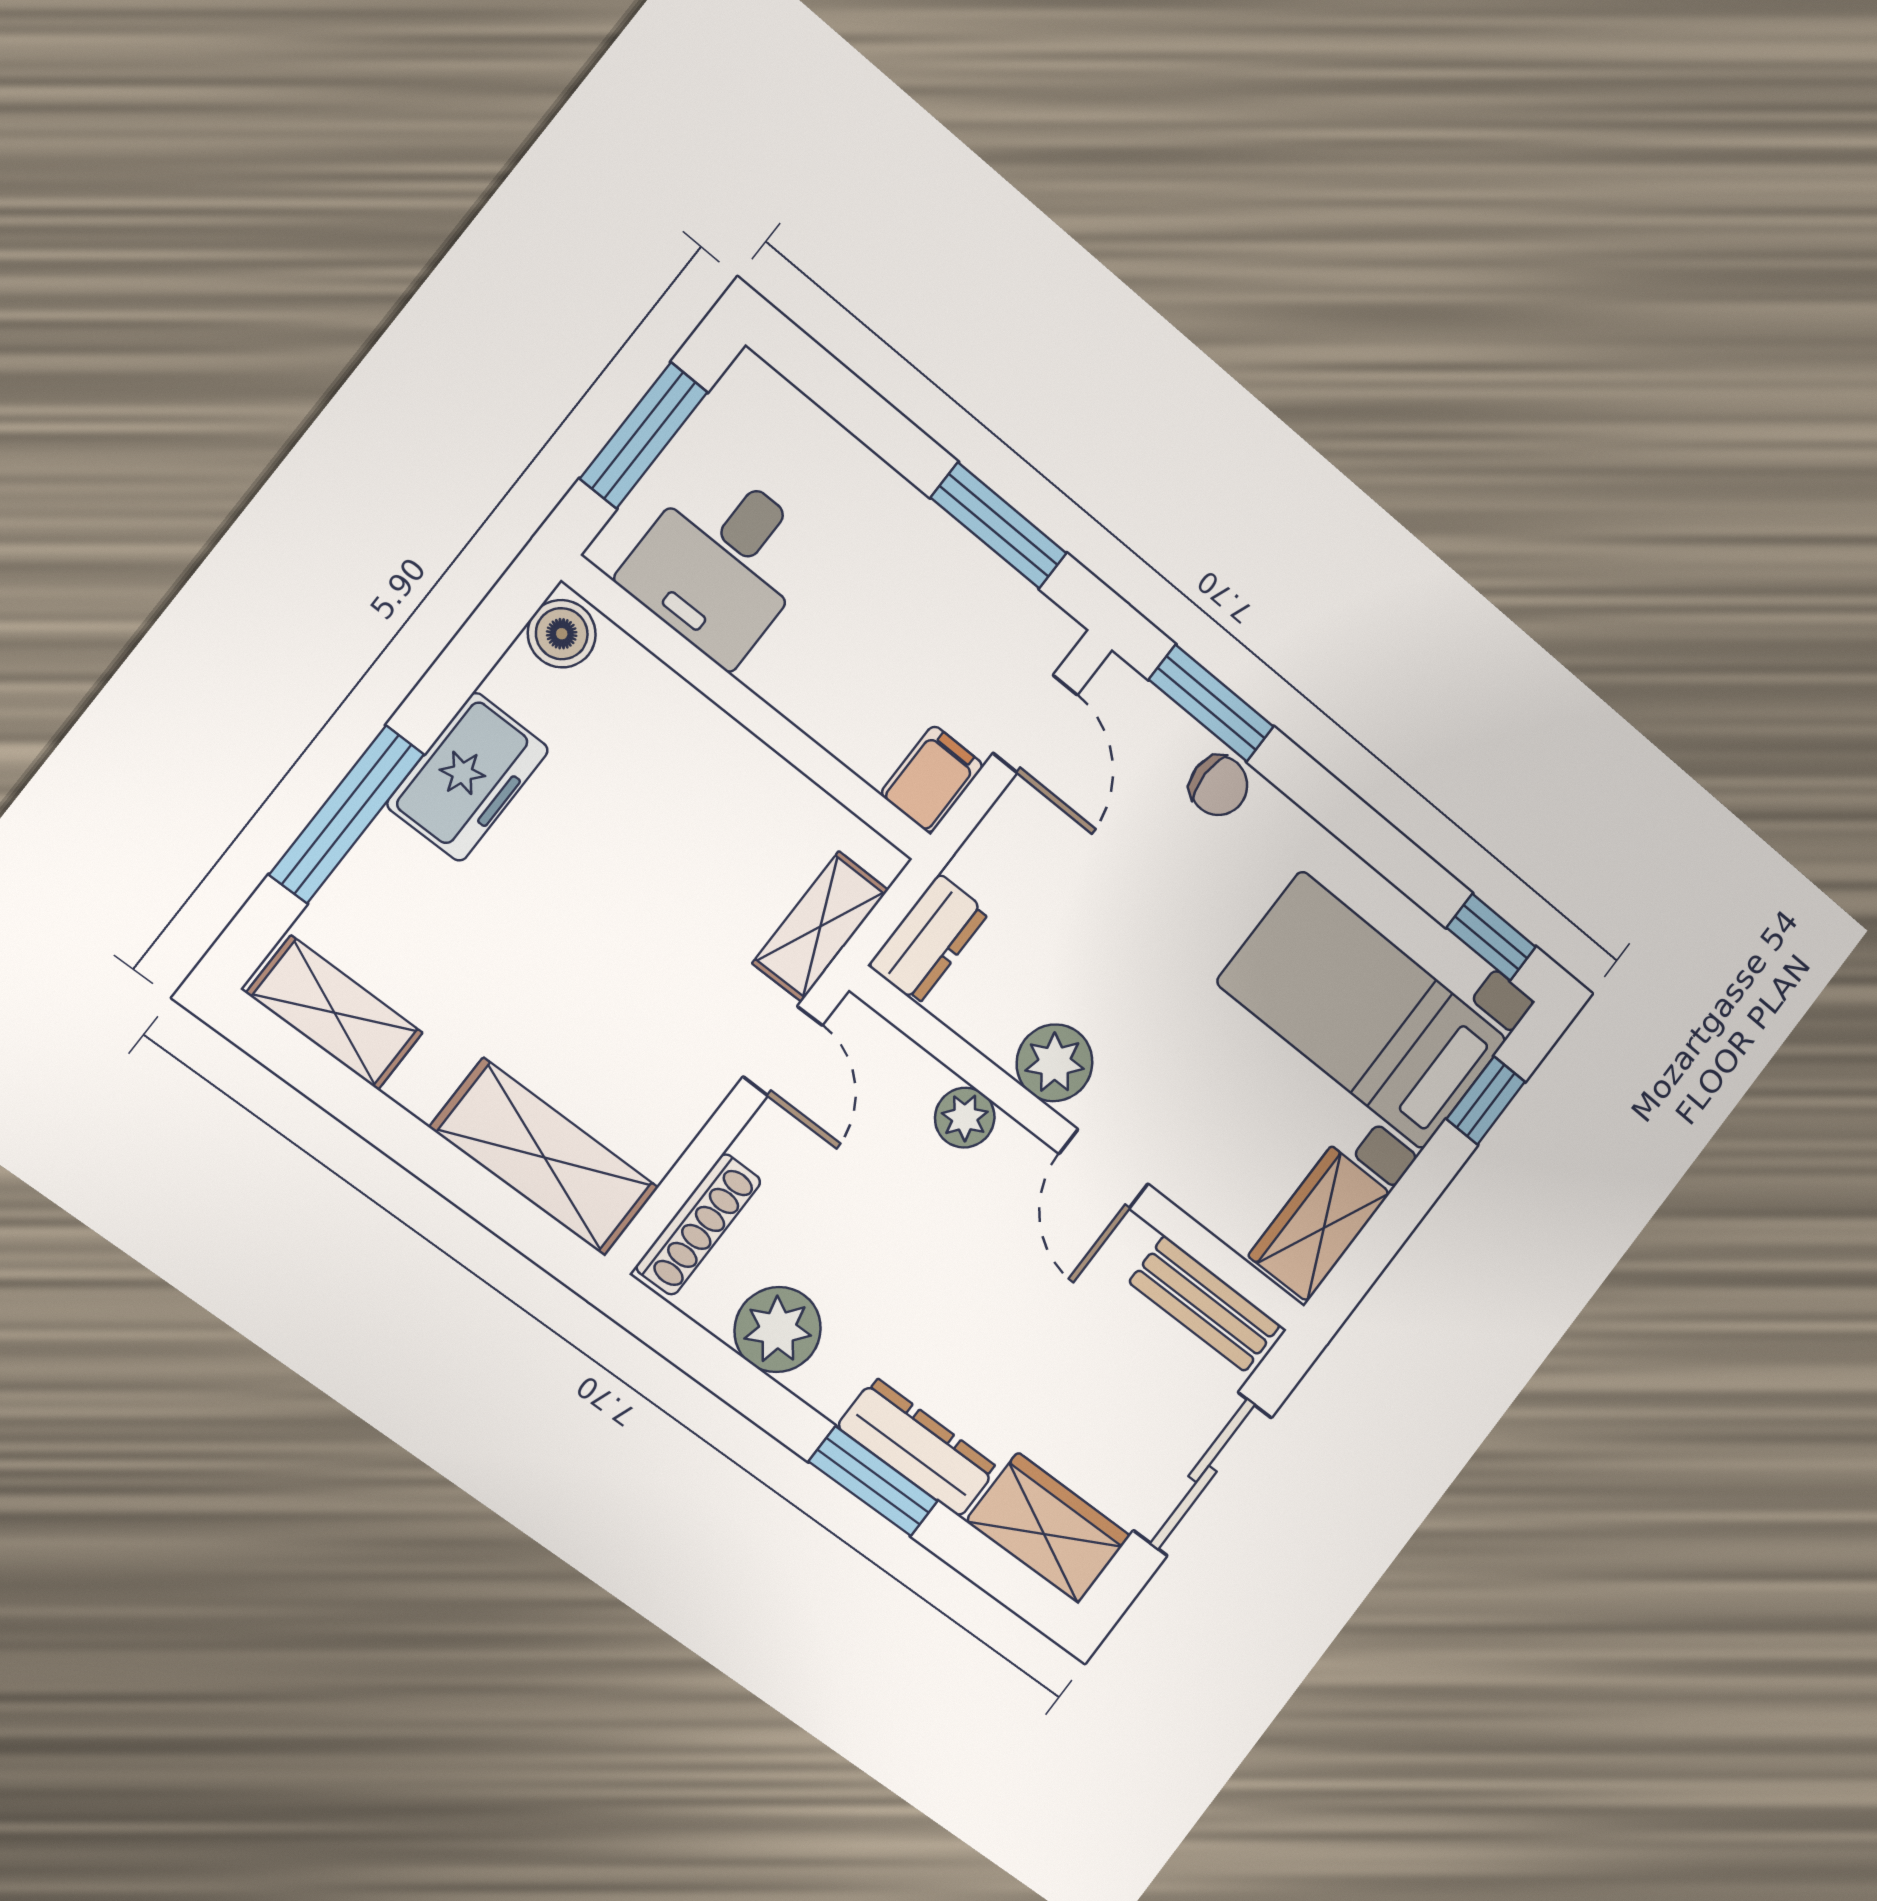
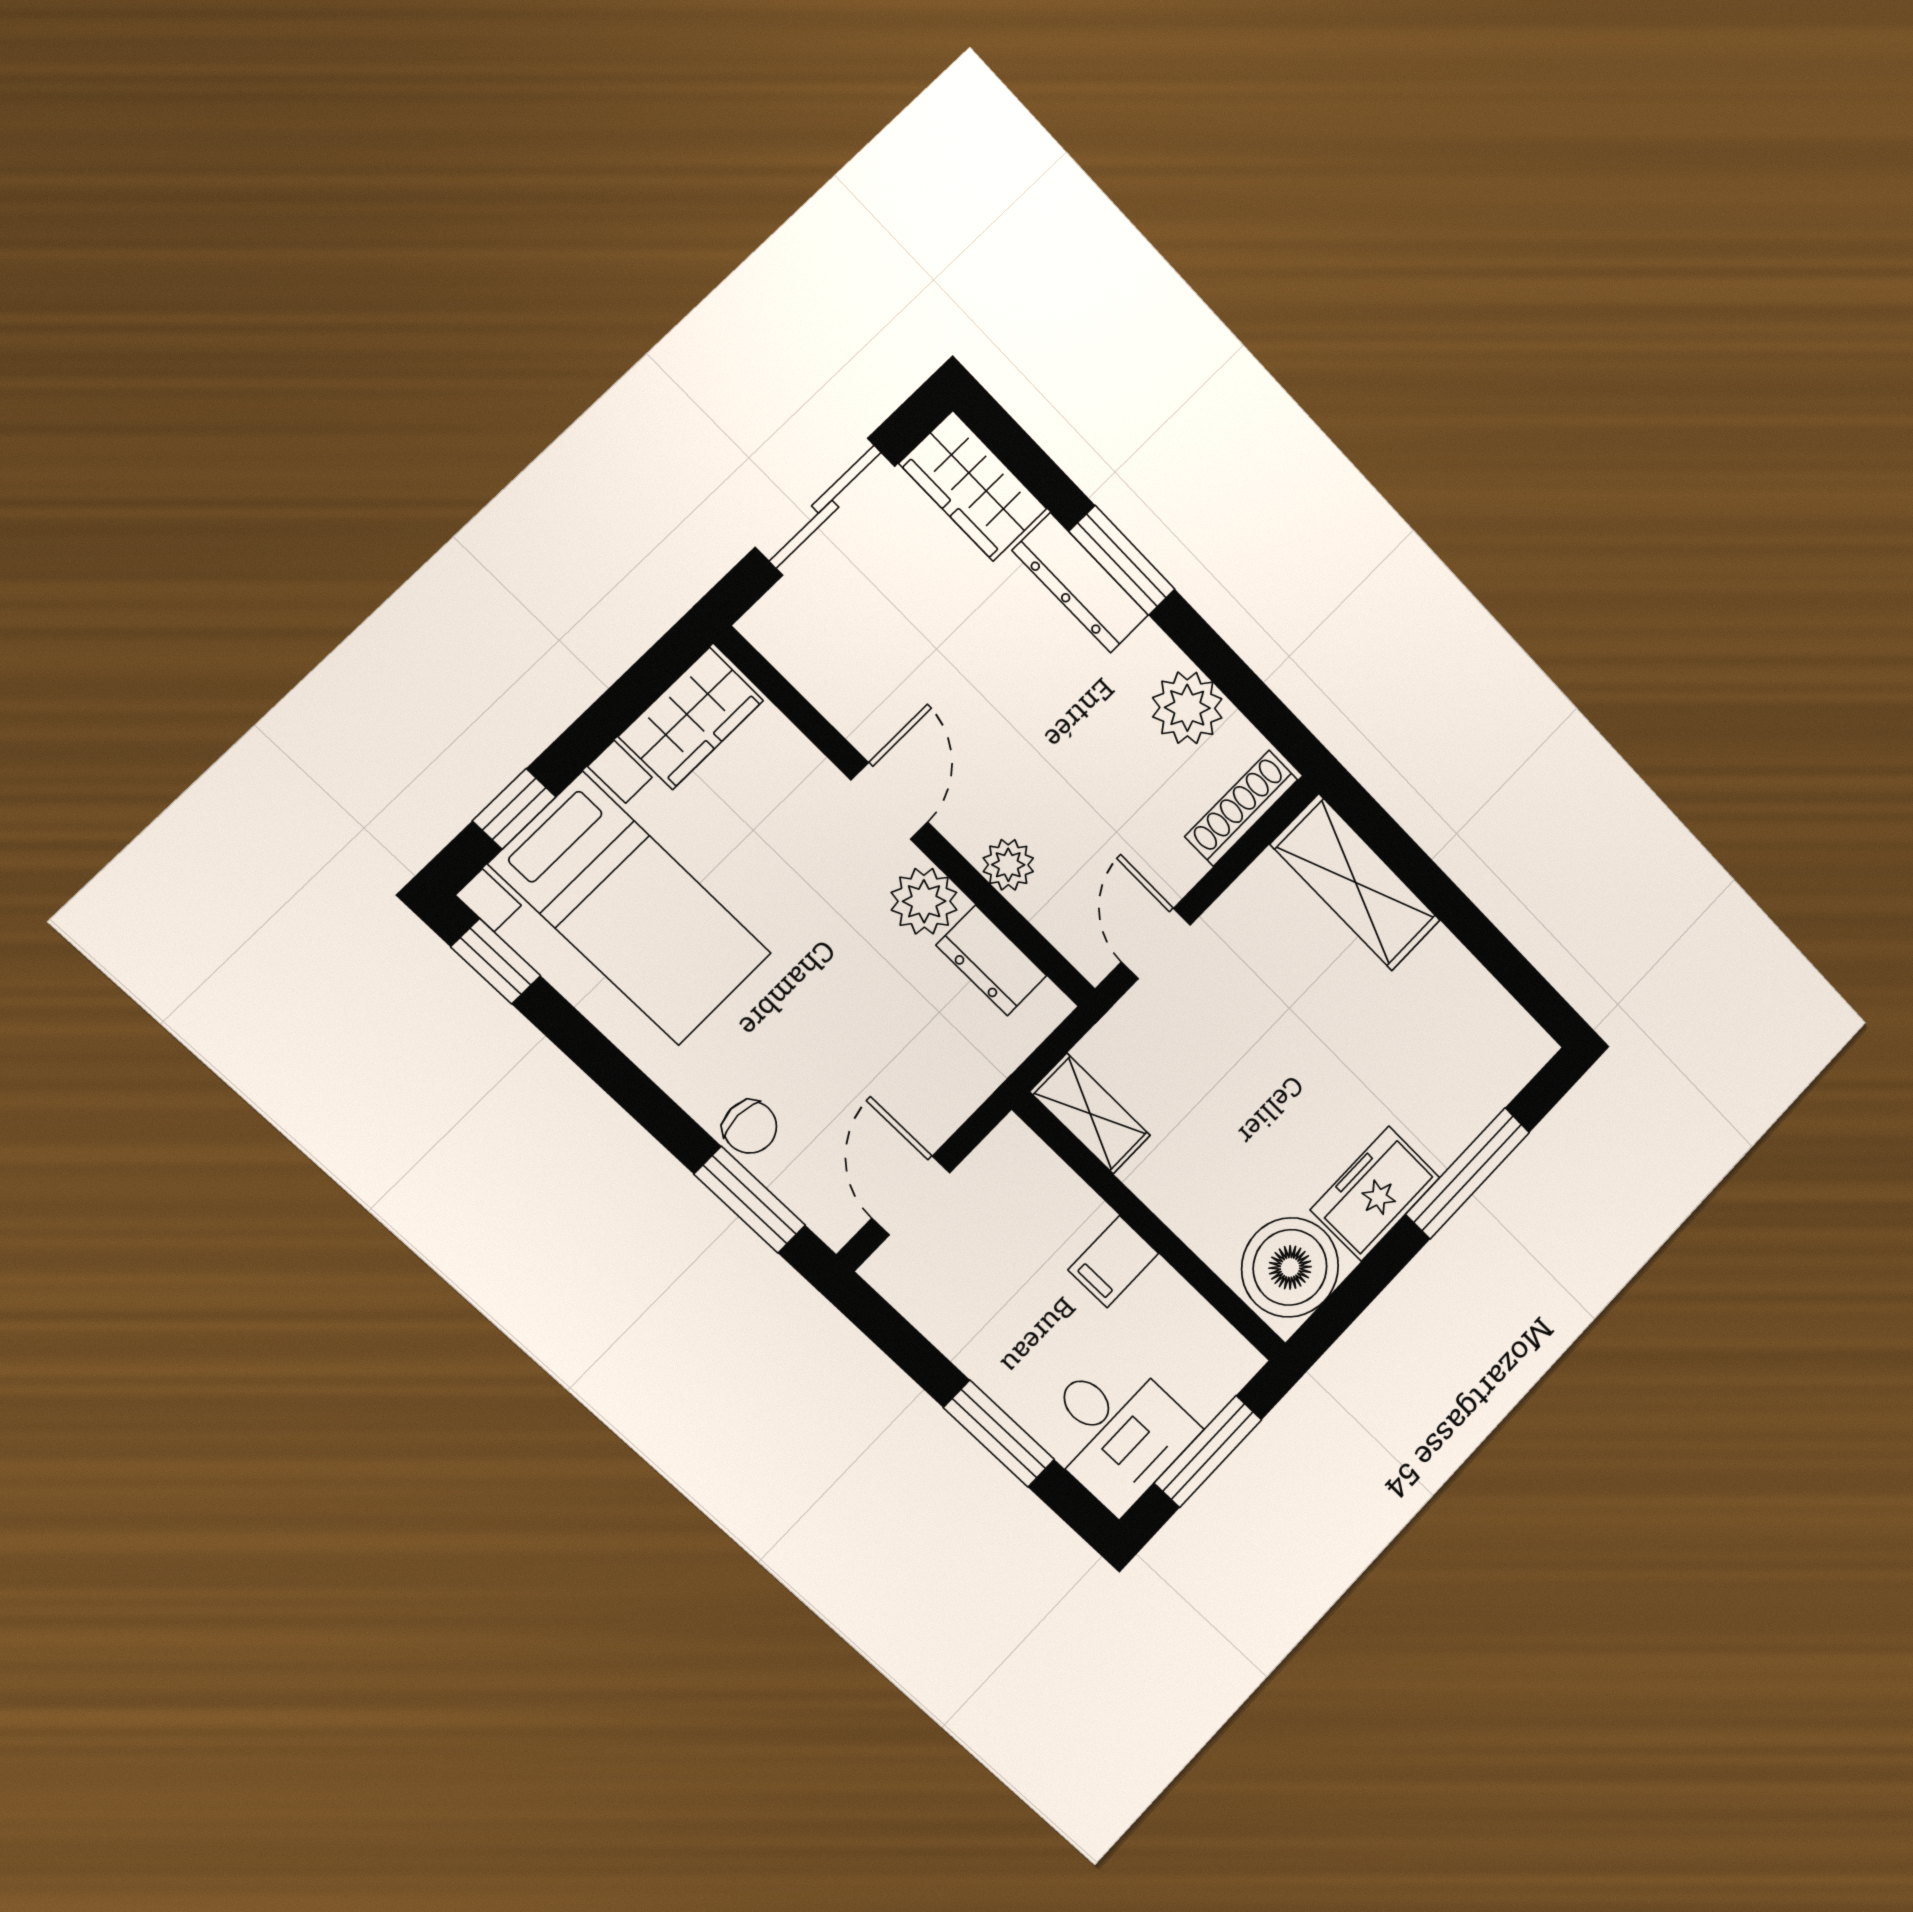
window: (999, 526) -> (999, 1434), moved
desk: (721, 563) -> (1115, 1431), moved, turned 90
boiler: (562, 634) -> (1290, 1267), width x1.86, depth x1.86
filing cabinet: (932, 779) -> (1113, 1262), moved
chair: (1219, 786) -> (750, 1127), turned 180
shelving: (820, 927) -> (1090, 1114), moved, turned 90
dresser: (929, 939) -> (991, 960), moved, turned -90
shelving: (335, 1013) -> (1497, 1020), removed
bench: (1205, 1304) -> (808, 664), removed

